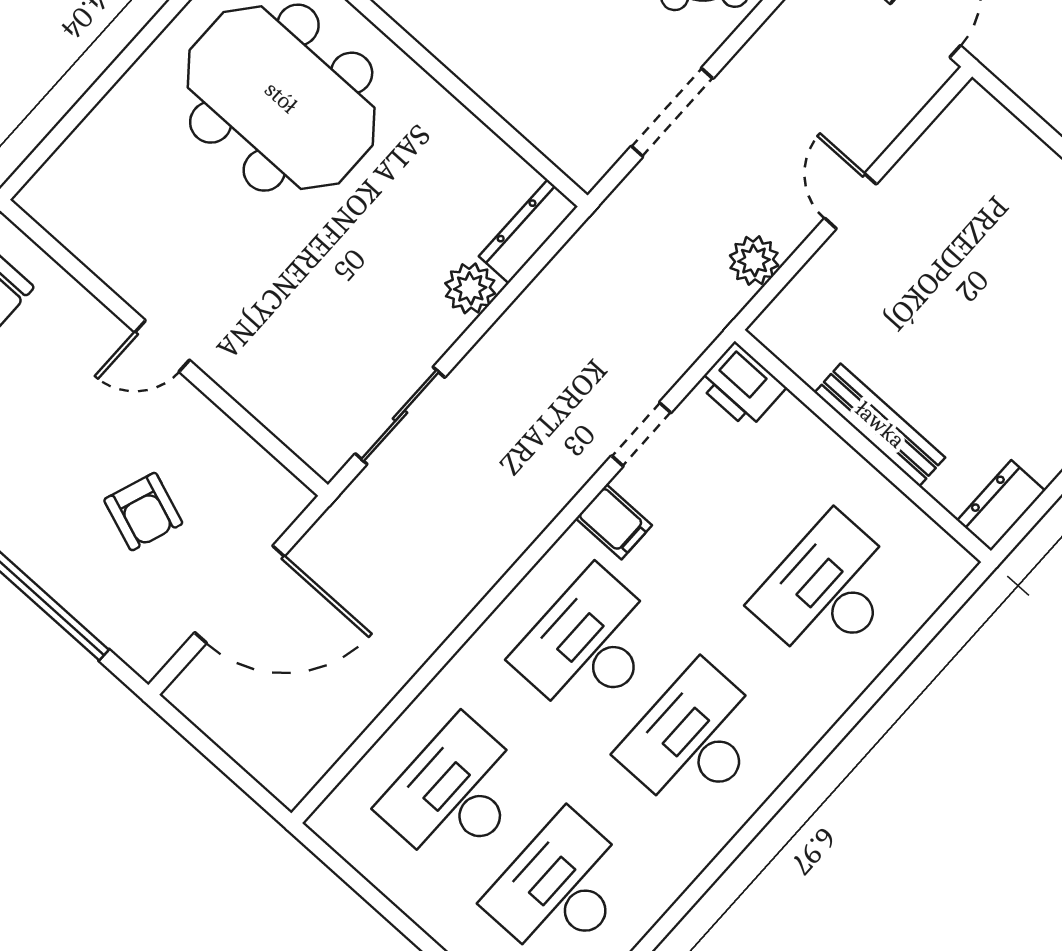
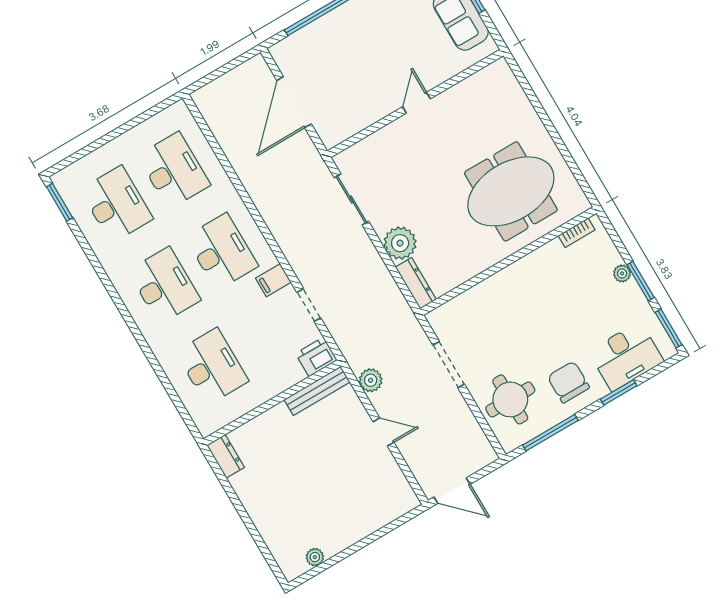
plant: (470, 288) -> (400, 243), width x1.36, depth x1.36
bench: (880, 425) -> (317, 391), moved
armchair: (143, 512) -> (345, 71), removed

